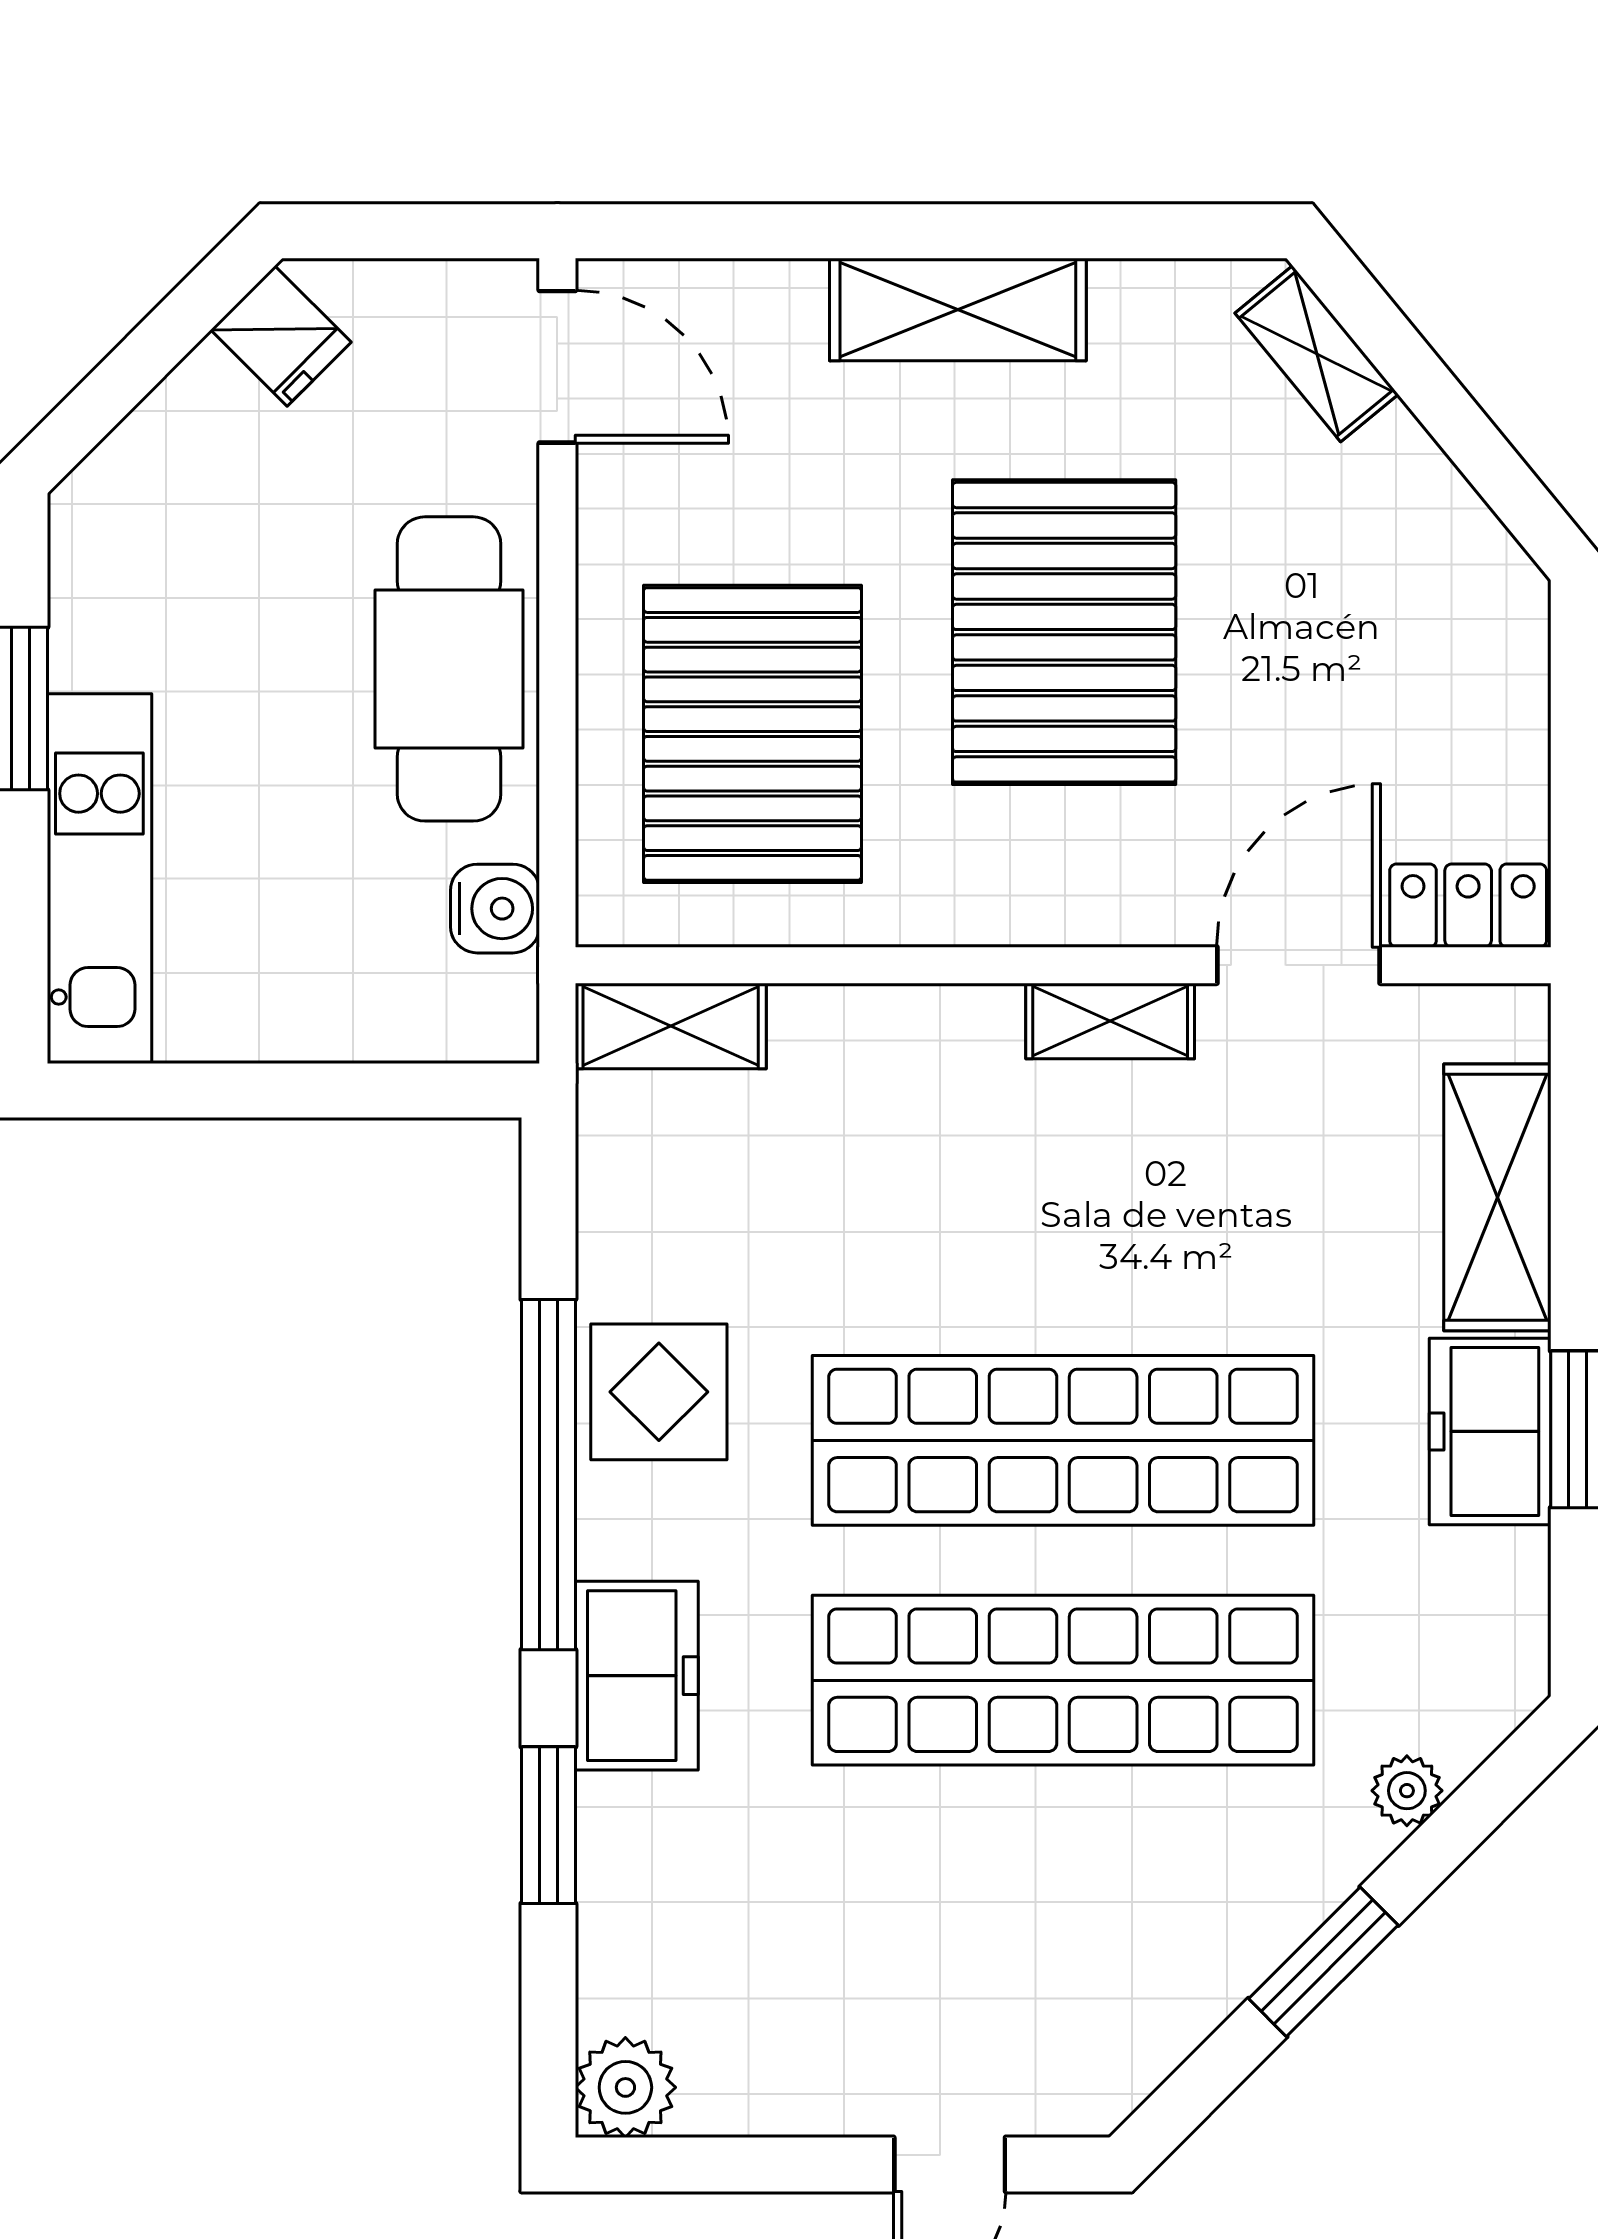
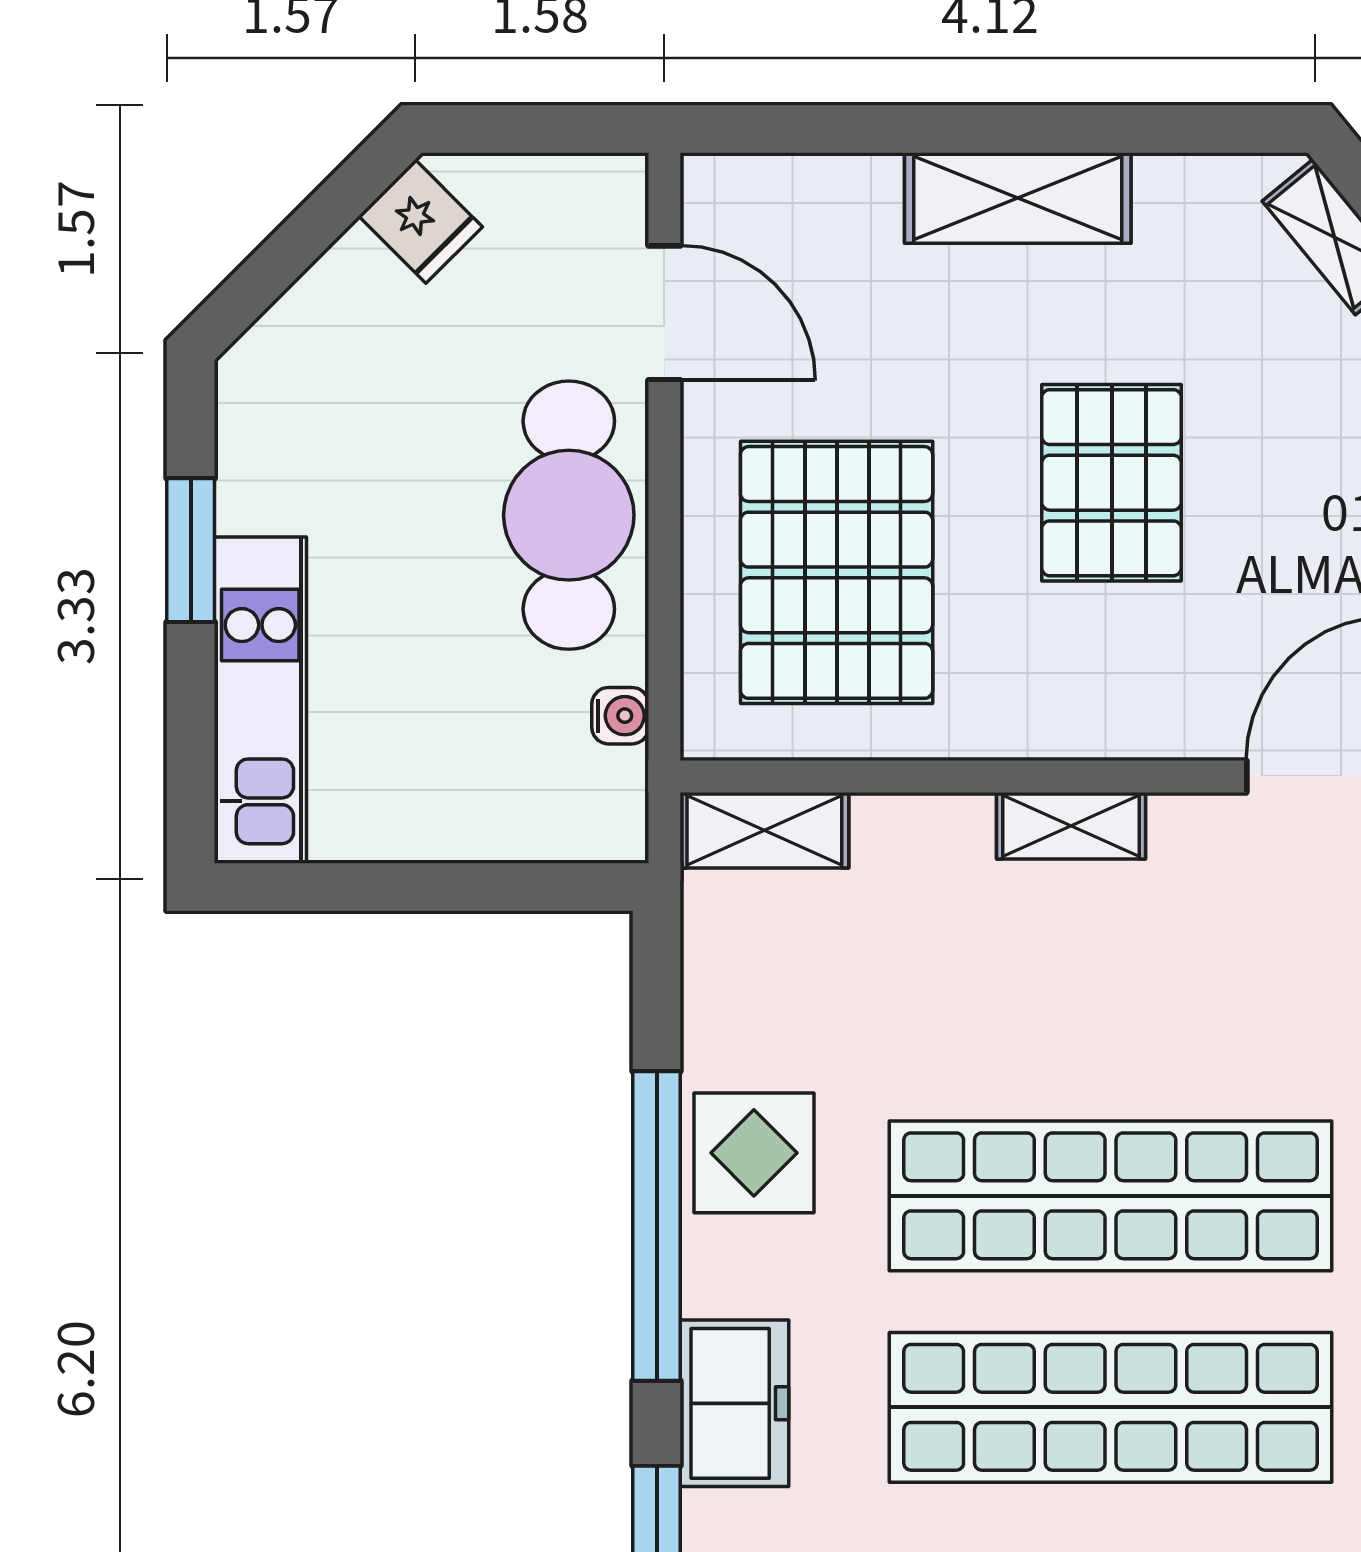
door: (557, 367) -> (664, 313), moved
pallet: (1064, 632) -> (1112, 483), width x0.73, depth x0.71
water cooler: (495, 909) -> (620, 716), width x0.72, depth x0.72
shelving: (1110, 1021) -> (1071, 826), moved

